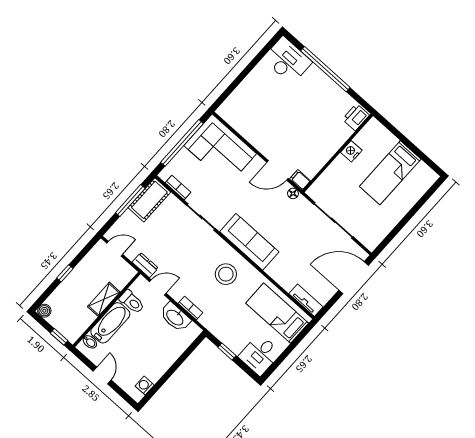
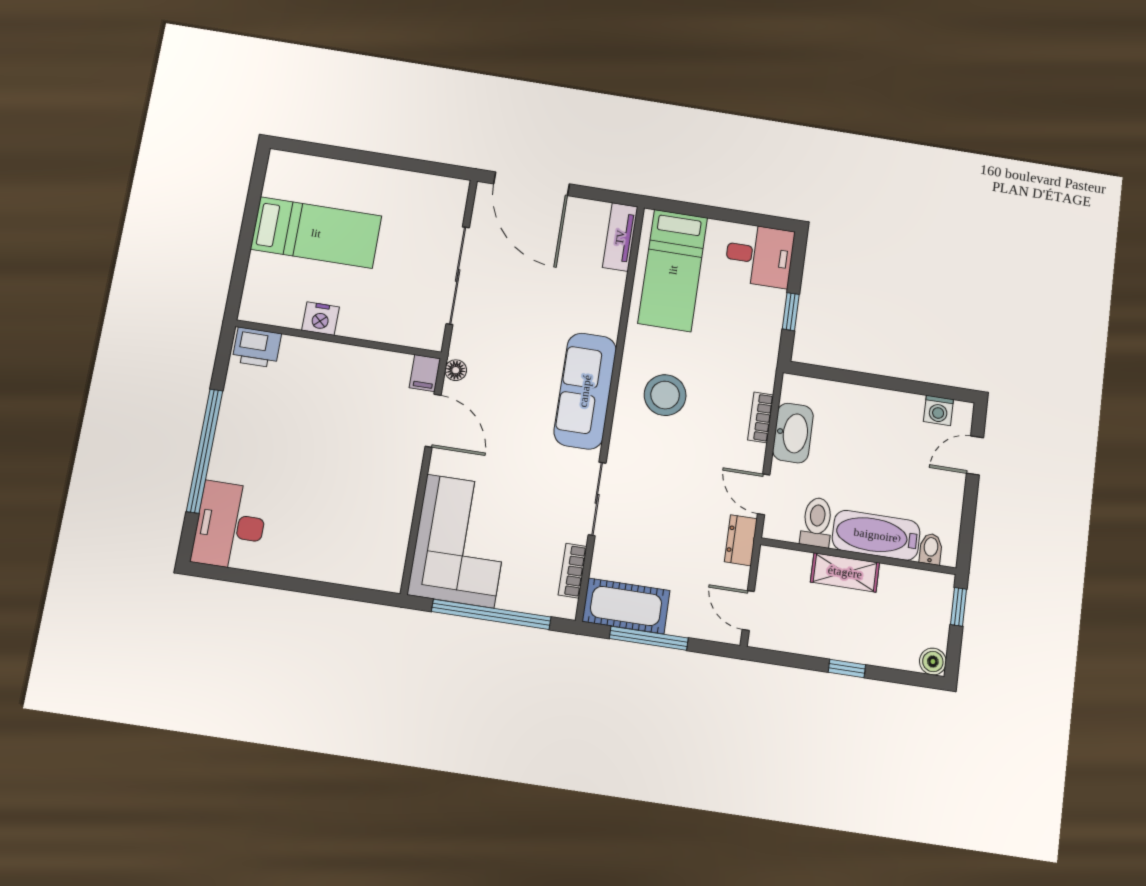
door: (102, 376) -> (975, 455), moved

